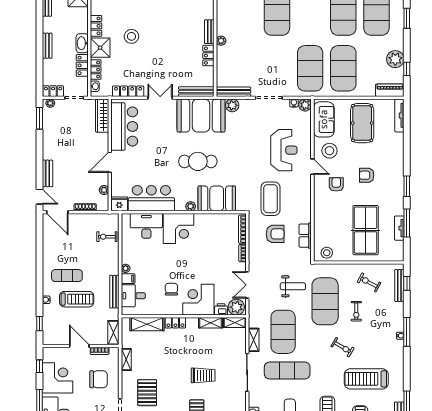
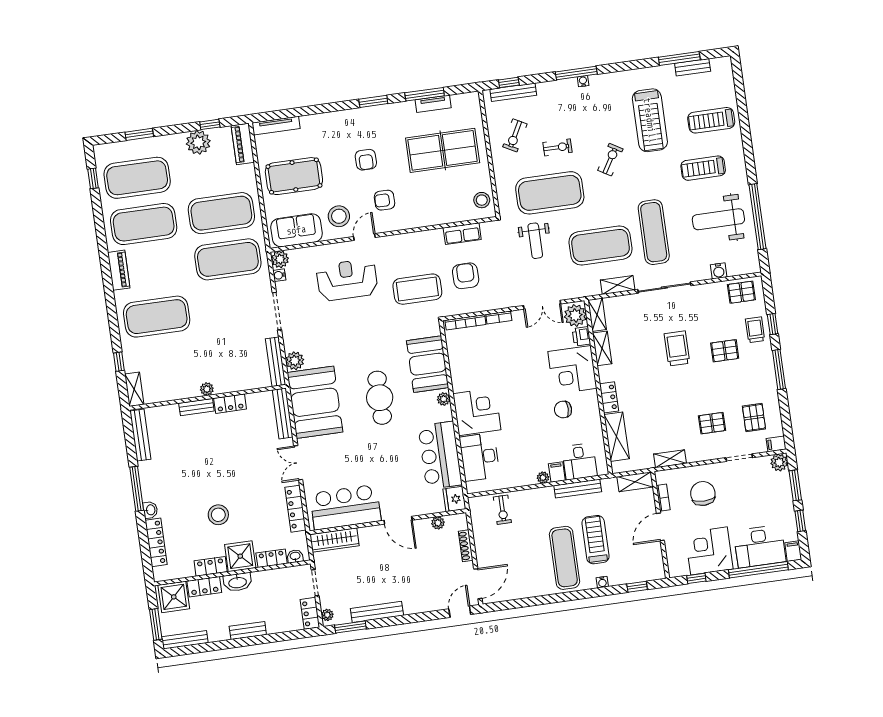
locker: (82, 65) -> (204, 587), moved
bench: (47, 173) -> (377, 612), moved, width x1.36
exercise mat: (67, 276) -> (565, 558), width x1.36, depth x1.45
weight bench: (293, 286) -> (535, 241), turned 180
pallet: (147, 393) -> (712, 423), width x0.67, depth x0.71

